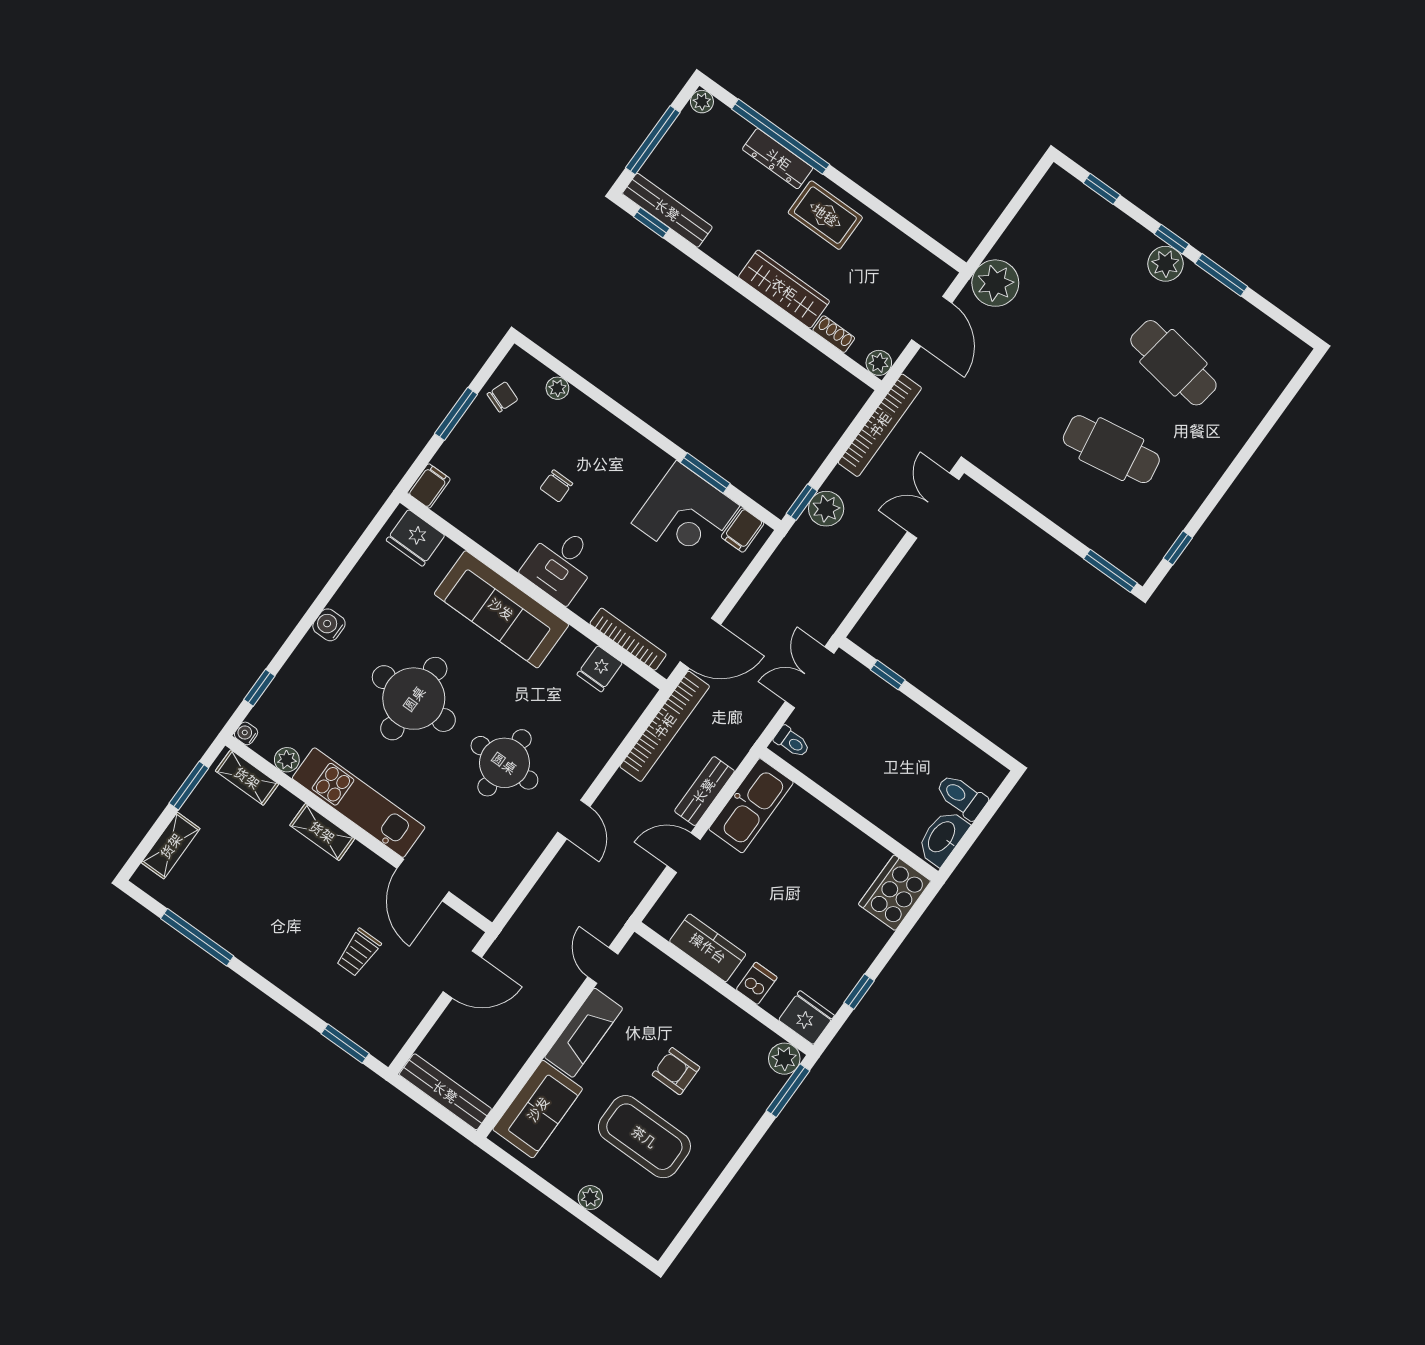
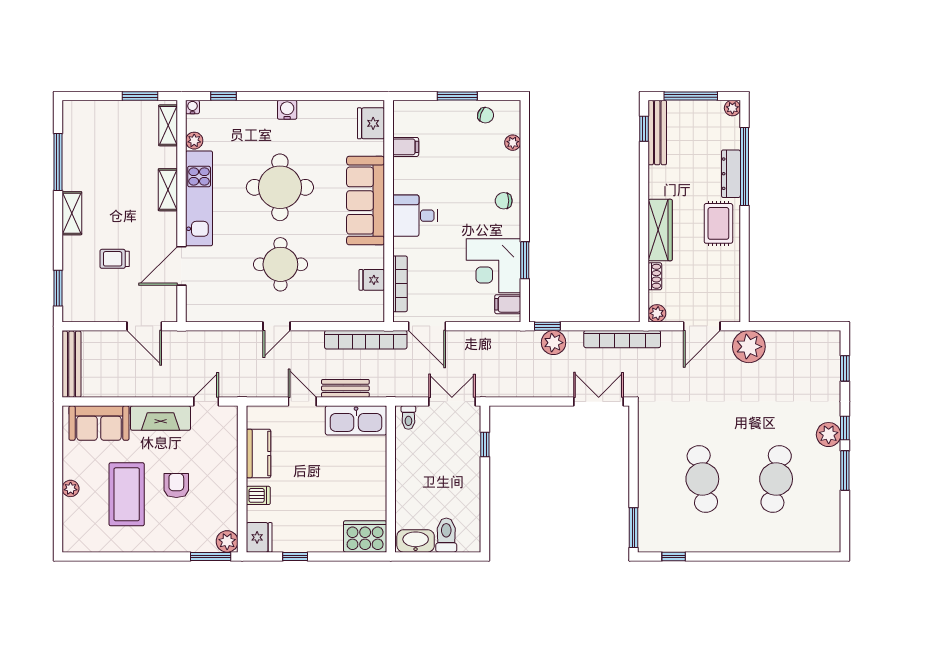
filing cabinet: (429, 486) -> (406, 147), moved
chair: (556, 486) -> (504, 201), moved
shelving: (171, 846) -> (72, 213), moved, turned 90

